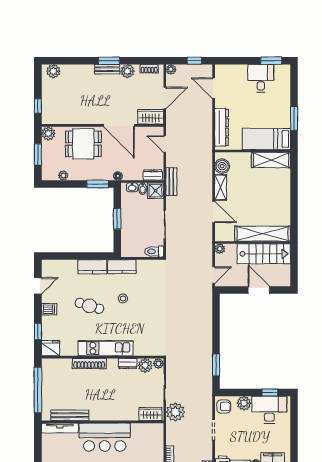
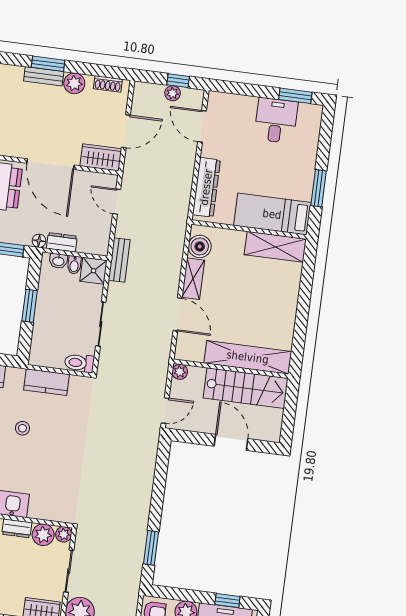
plant: (171, 69) -> (173, 93), moved
dresser: (153, 175) -> (62, 242), moved
kitchen counter: (122, 267) -> (46, 382), moved

